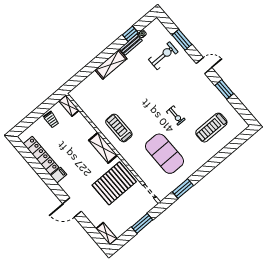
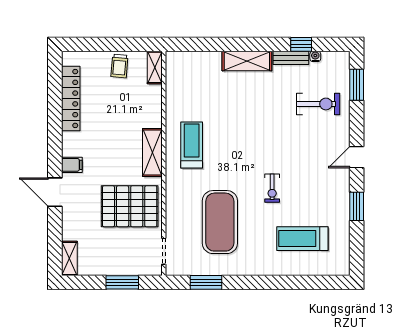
window: (182, 40) -> (357, 85), moved
door: (204, 66) -> (357, 157), swing flipped
filing cabinet: (59, 175) -> (72, 165), moved

